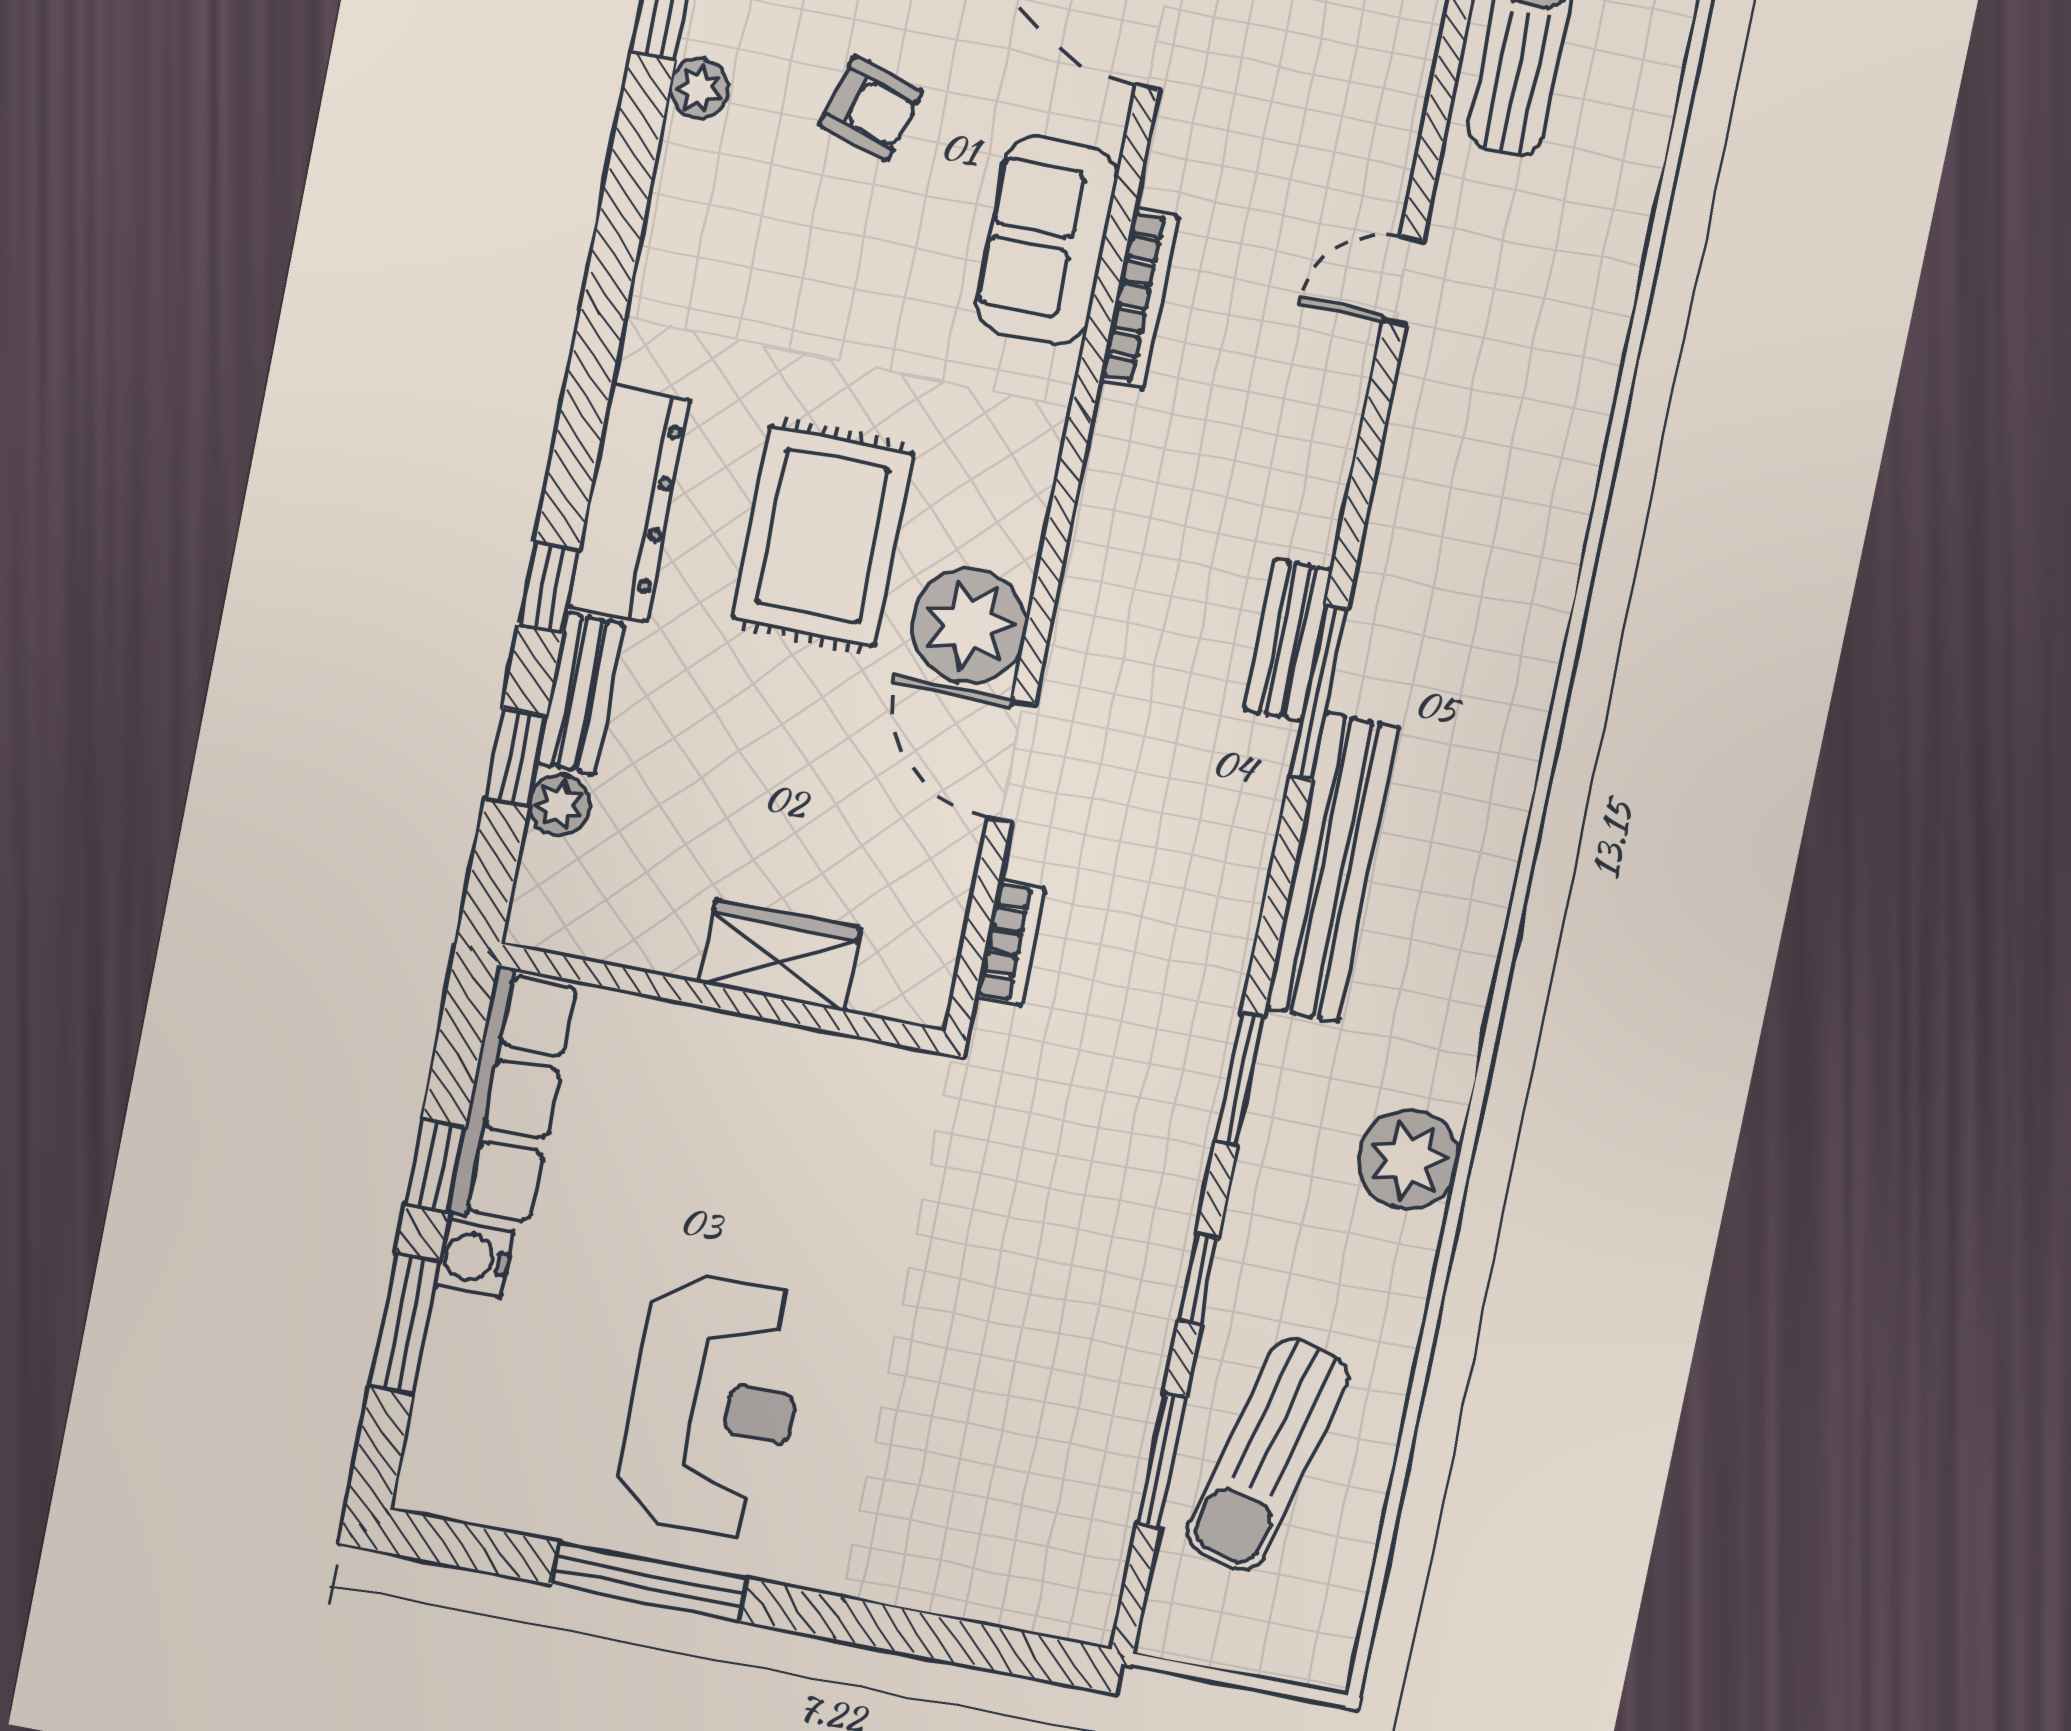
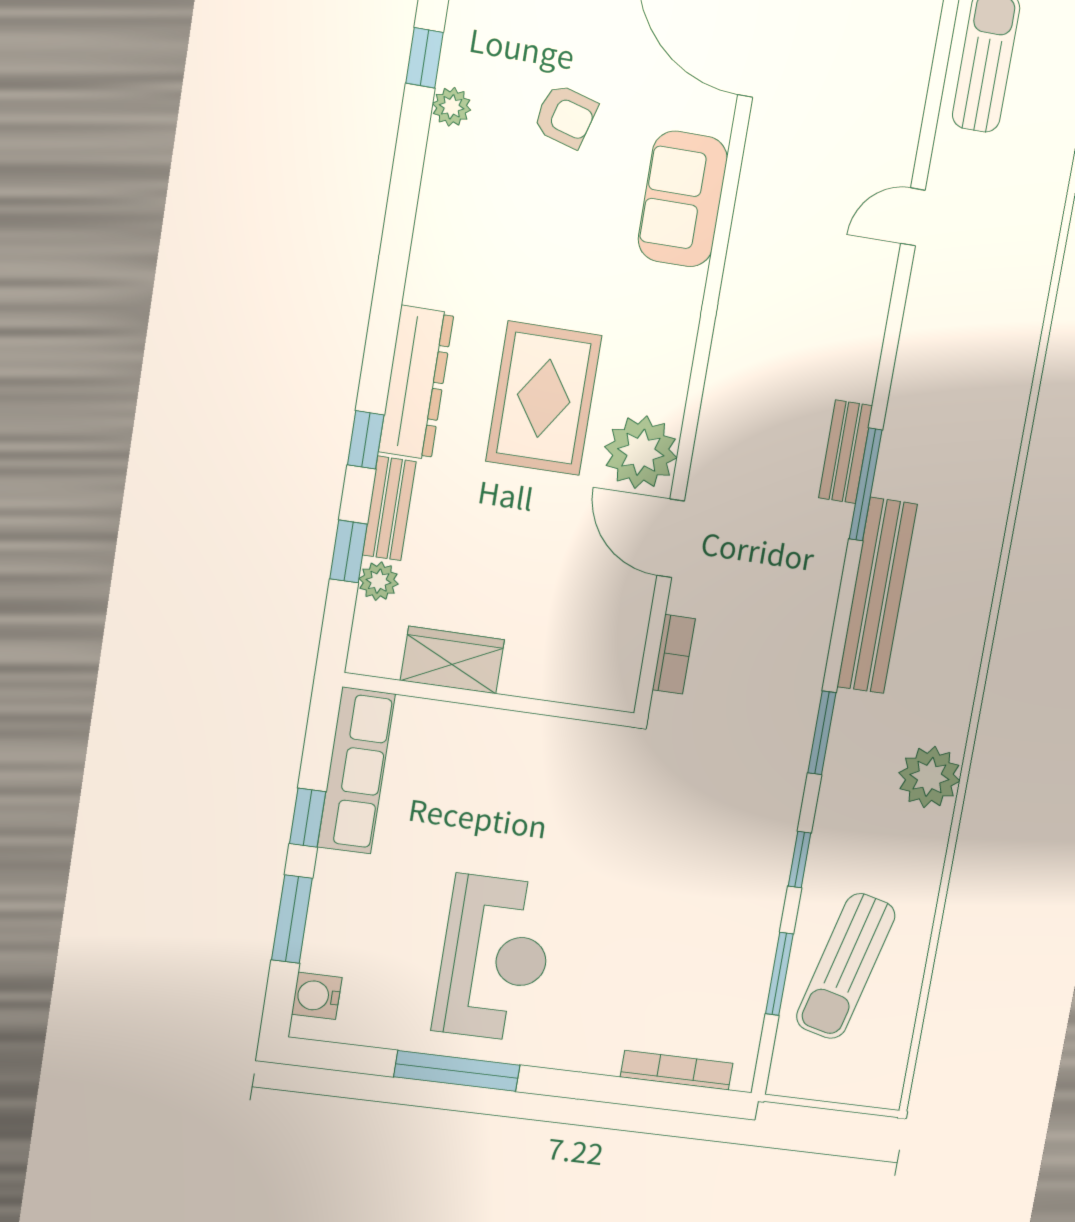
bookcase: (1139, 298) -> (677, 1070), moved, turned -90
wardrobe: (780, 955) -> (452, 660), moved
water cooler: (474, 1258) -> (317, 996), moved

